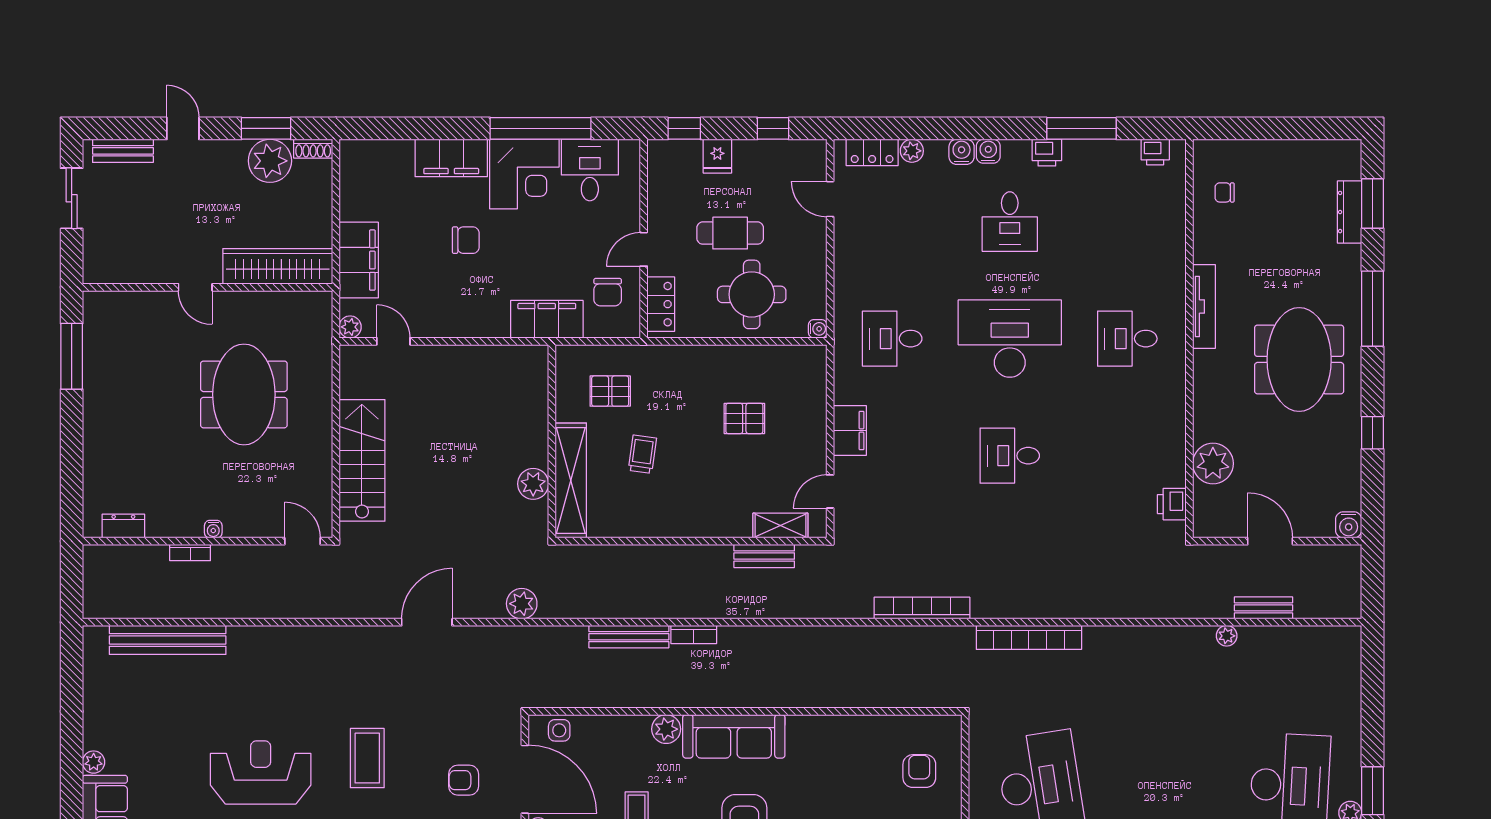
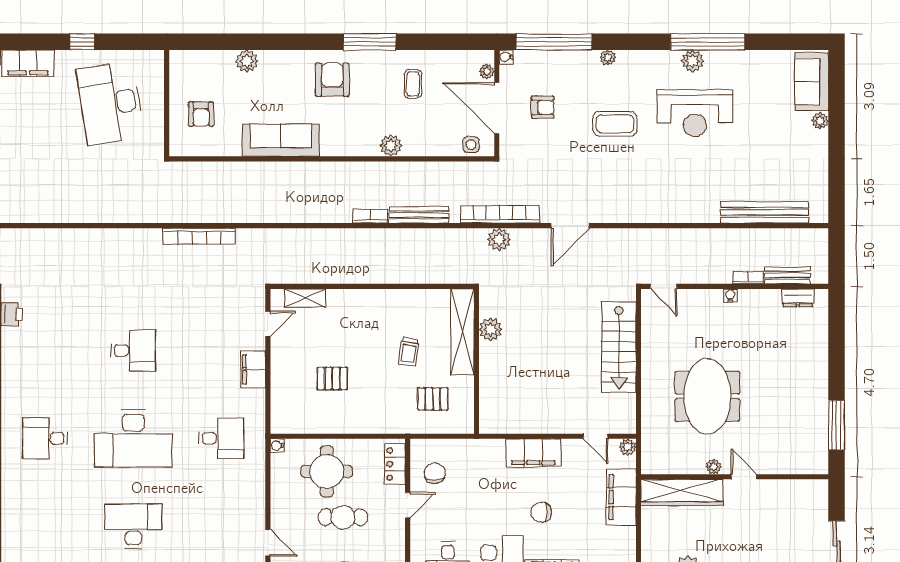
desk: (1010, 222) -> (133, 526), width x1.37
plant: (235, 301) -> (714, 467), added
filing cabinet: (547, 319) -> (533, 453), moved
desk: (1127, 339) -> (45, 438), turned 180
bench: (764, 556) -> (787, 275), moved
bookcase: (1029, 637) -> (500, 214), moved
sofa: (734, 736) -> (281, 140), moved
coffee table: (367, 758) -> (615, 124), turned 90

